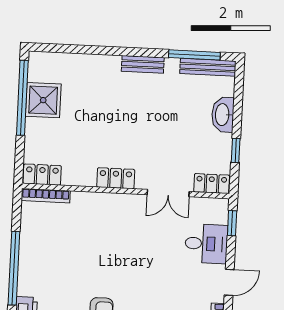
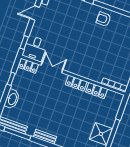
locker: (42, 175) -> (97, 90), moved
desk: (206, 244) -> (35, 48), moved, turned -90

